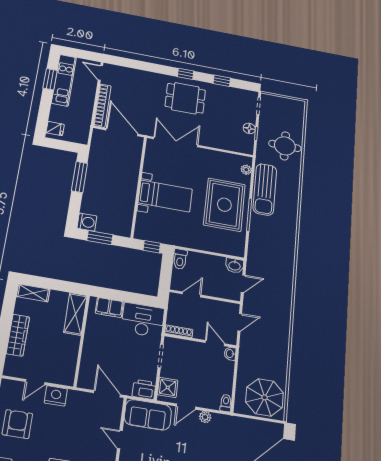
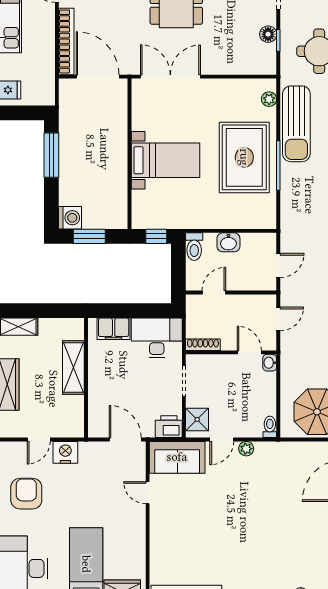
washbasin: (235, 265) -> (228, 242), moved
shelving: (75, 314) -> (73, 368), moved

